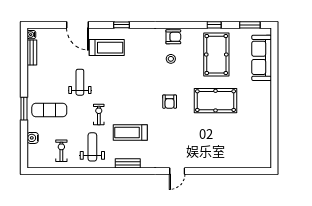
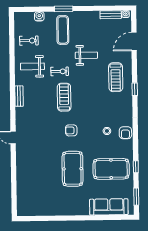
door: (77, 25) -> (134, 41), moved
treadmill: (130, 132) -> (64, 97), moved
weight bench: (92, 147) -> (32, 66), turned 180

